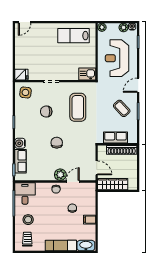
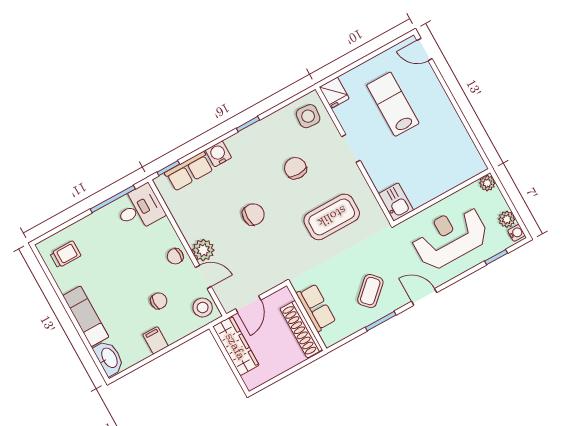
lab bench: (74, 36) -> (393, 104), moved
stool: (28, 220) -> (203, 308), moved

